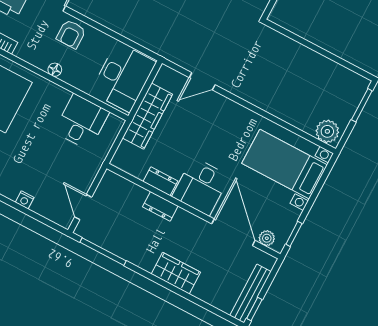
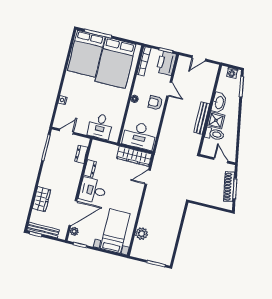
door: (202, 81) -> (148, 177), hinge flipped
wardrobe: (147, 116) -> (134, 156), moved
desk: (82, 122) -> (100, 126), moved, turned 90
plant: (327, 131) -> (142, 234), moved
dresser: (160, 206) -> (81, 154), moved
wardrobe: (176, 273) -> (41, 199), moved

